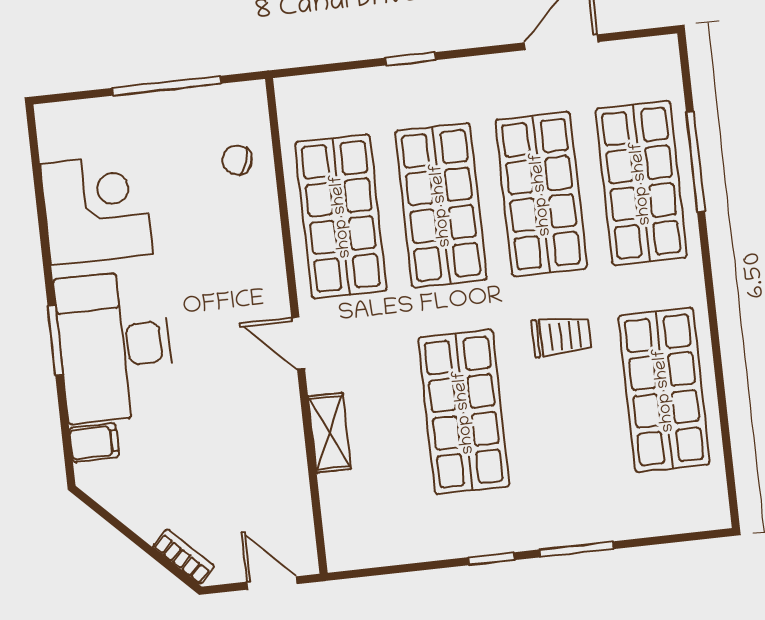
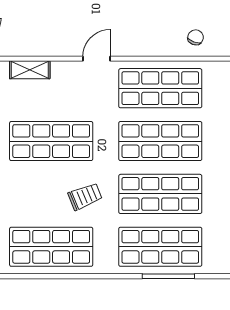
trolley: (562, 336) -> (85, 196), turned -112
shelving: (329, 433) -> (30, 70), moved

